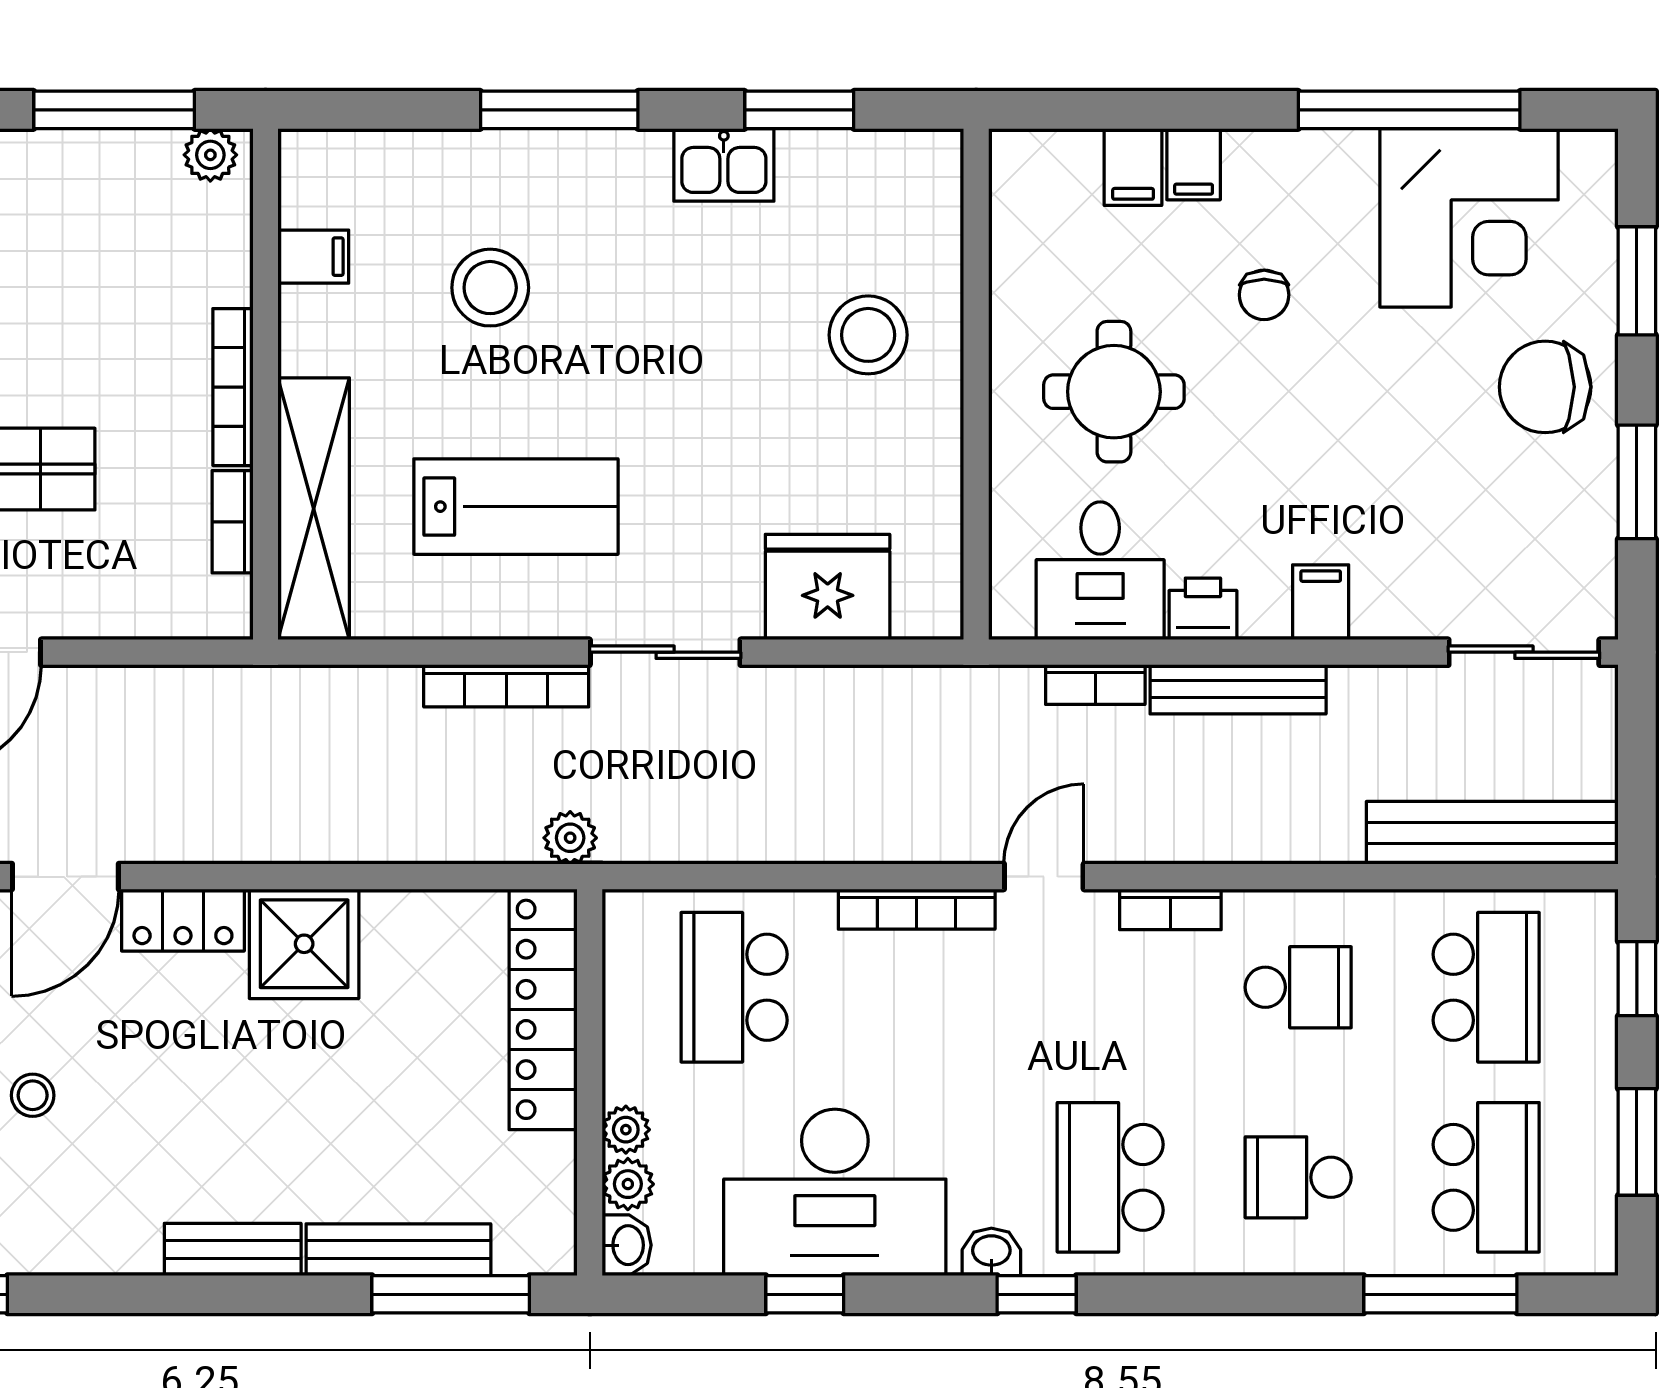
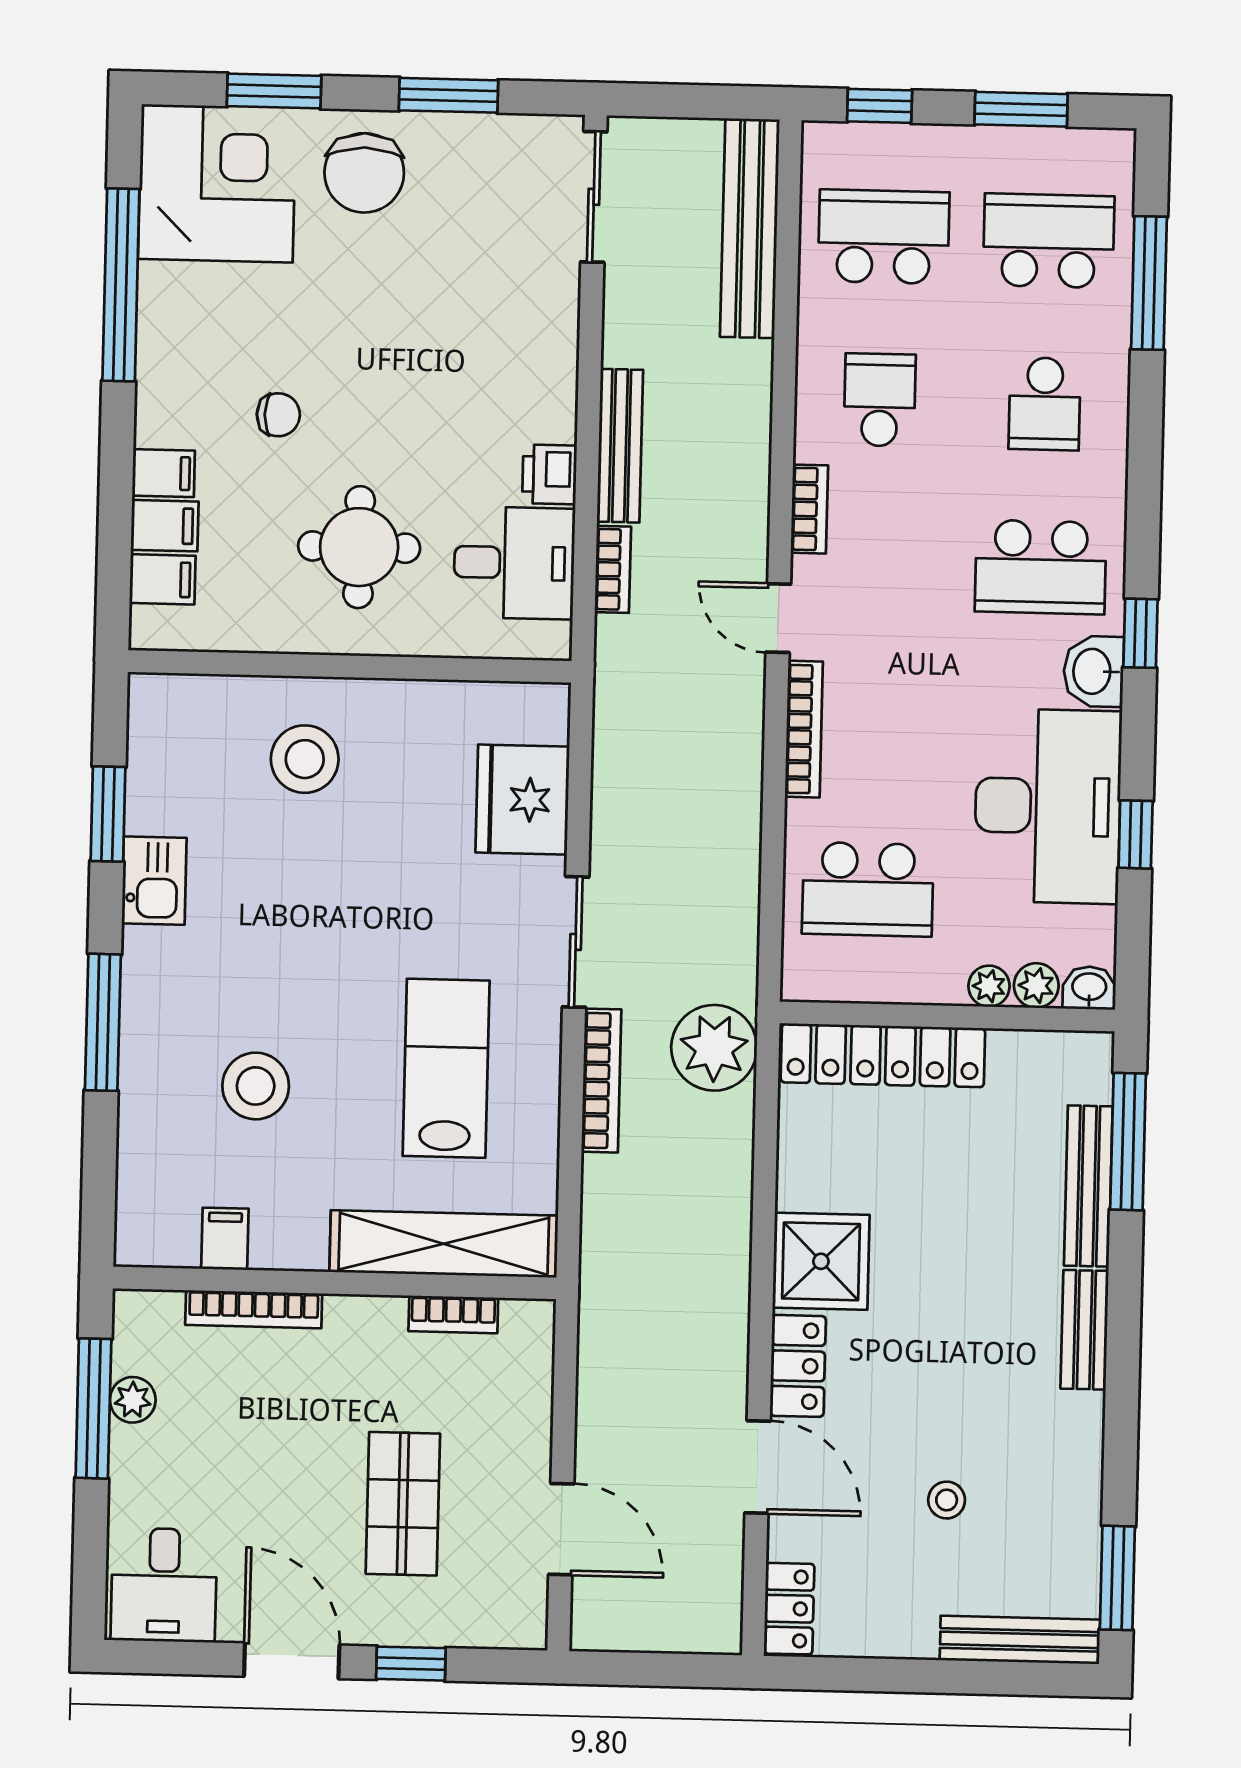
plant: (210, 155) -> (133, 1400), moved
corner desk: (1469, 218) -> (217, 183), moved
bookcase: (233, 387) -> (254, 1309), moved
filing cabinet: (1321, 602) -> (162, 579), moved, turned 180
plant: (570, 838) -> (714, 1048), width x1.87, depth x1.87
washbasin: (991, 1252) -> (1094, 671), width x1.38, depth x1.45

